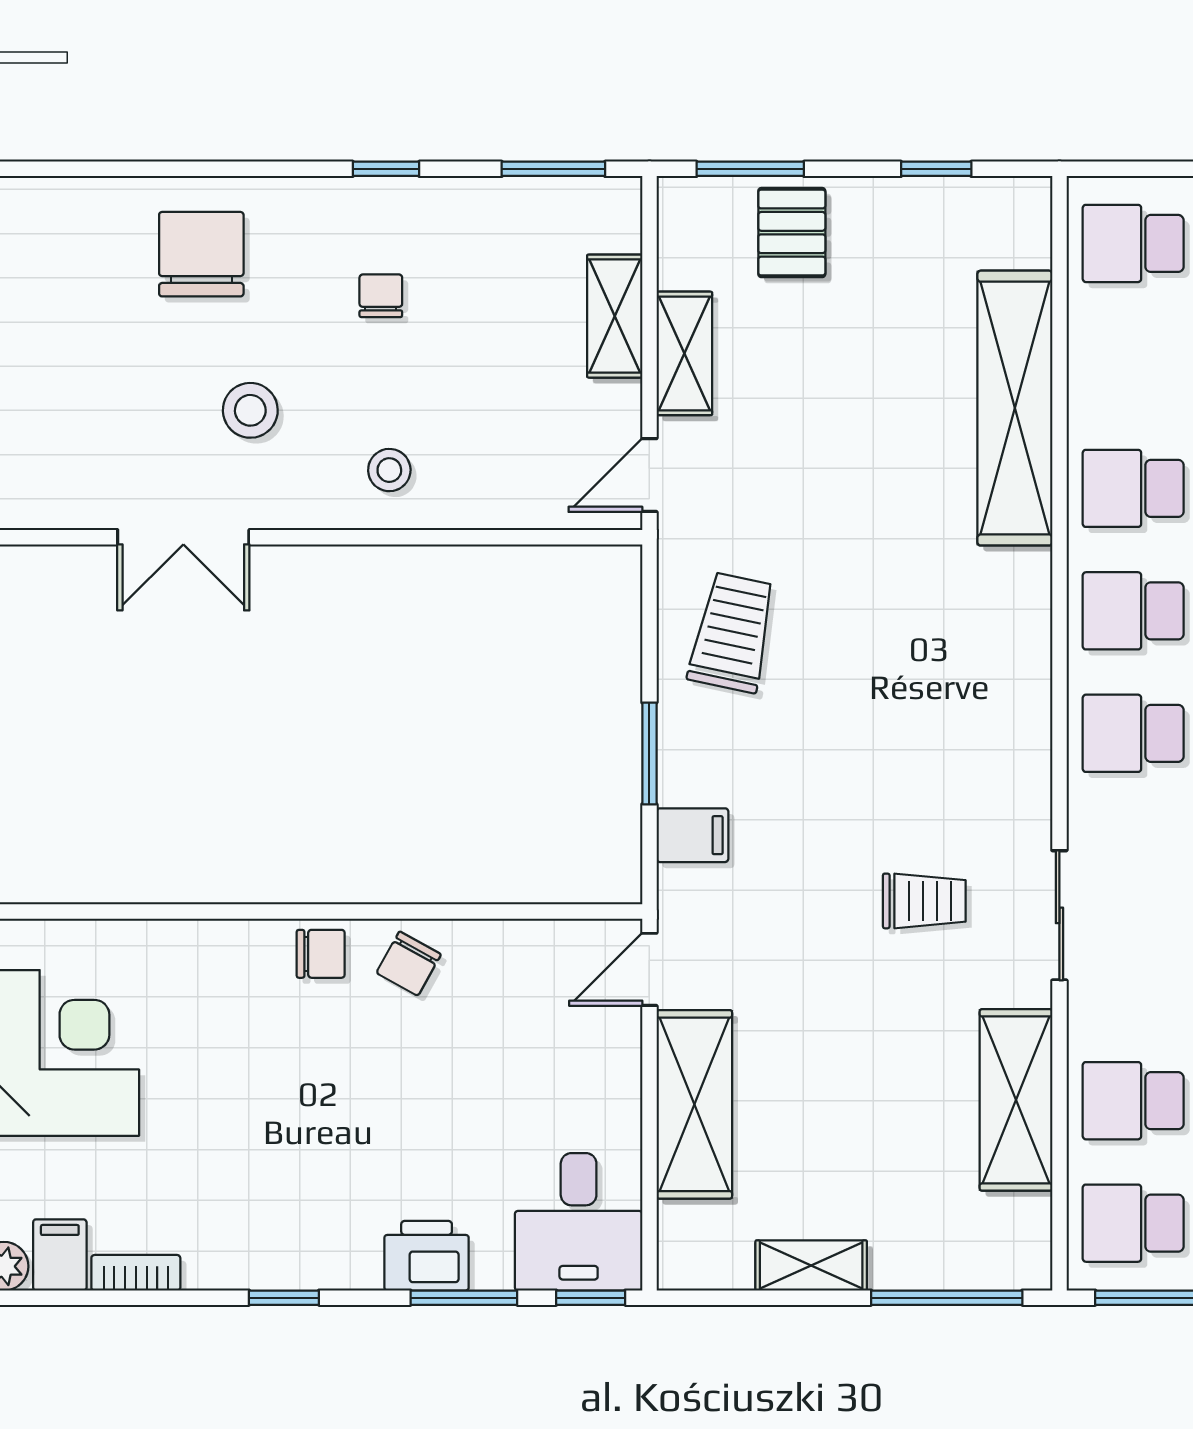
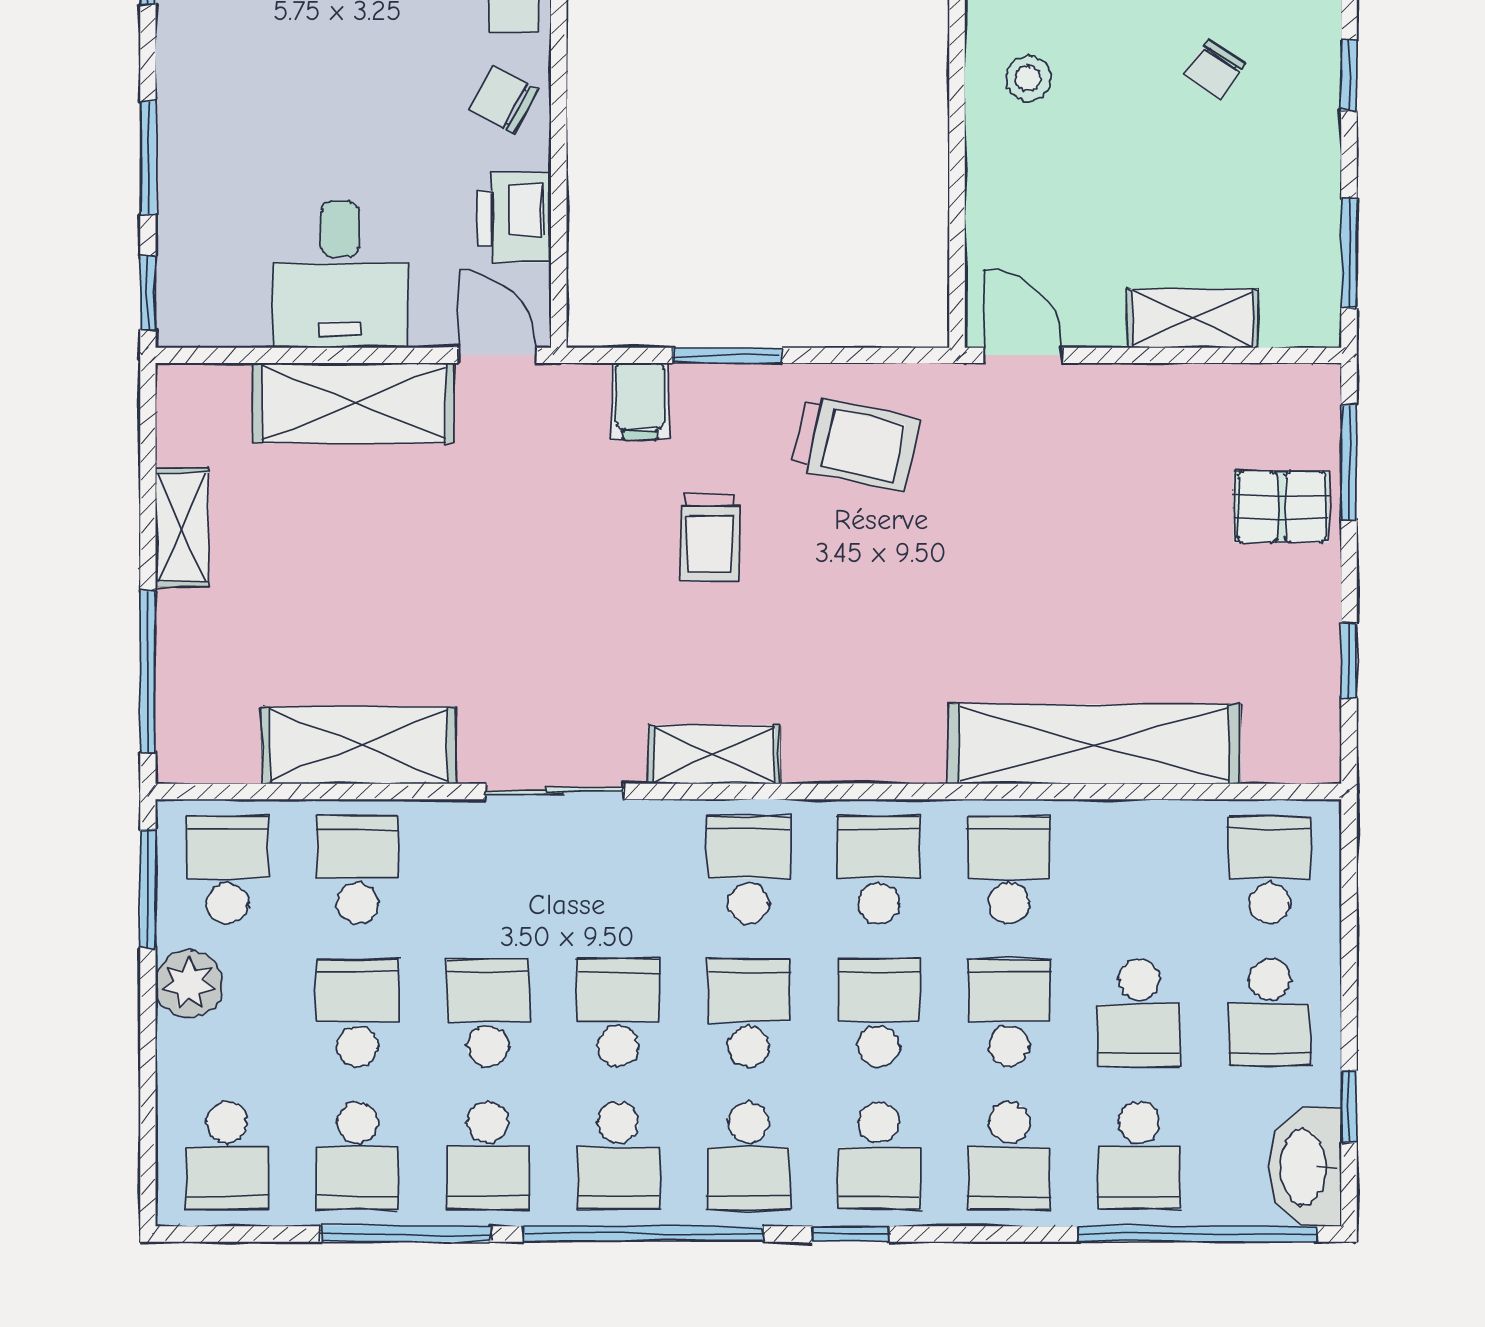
chair: (381, 296) -> (1214, 70), turned 124
shelving: (684, 353) -> (714, 754), moved
trolley: (924, 901) -> (710, 538), moved
desk: (579, 1222) -> (340, 275), moved, turned -90
printer: (427, 1256) -> (514, 218), moved, turned 180

